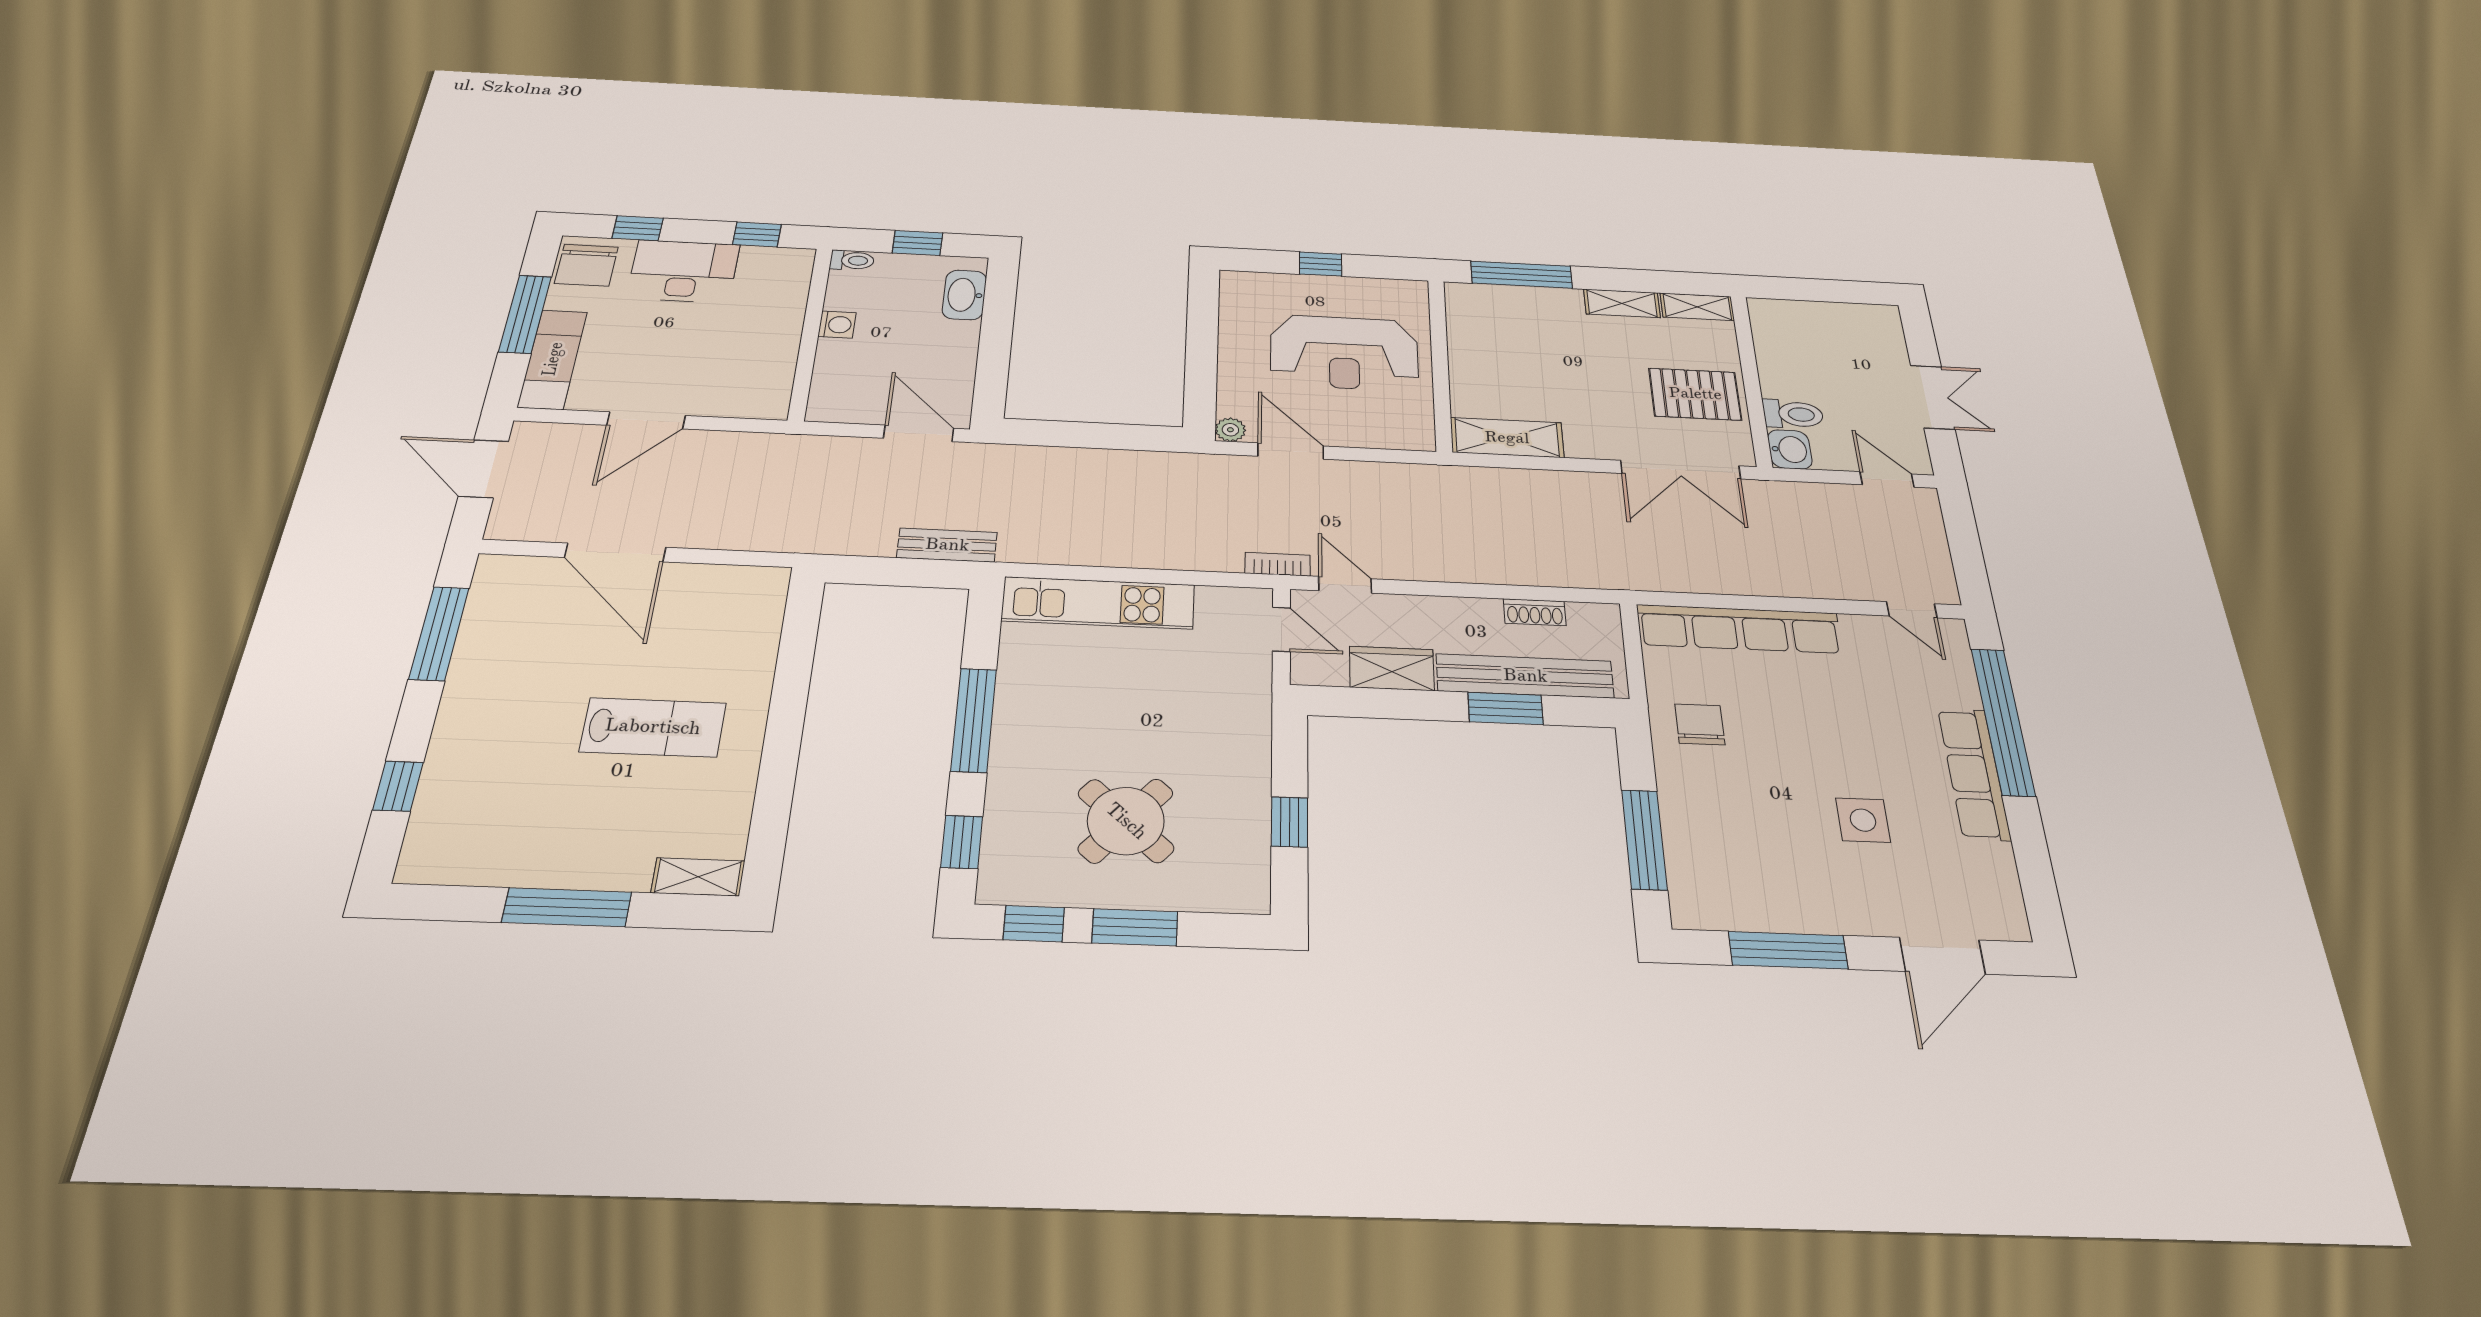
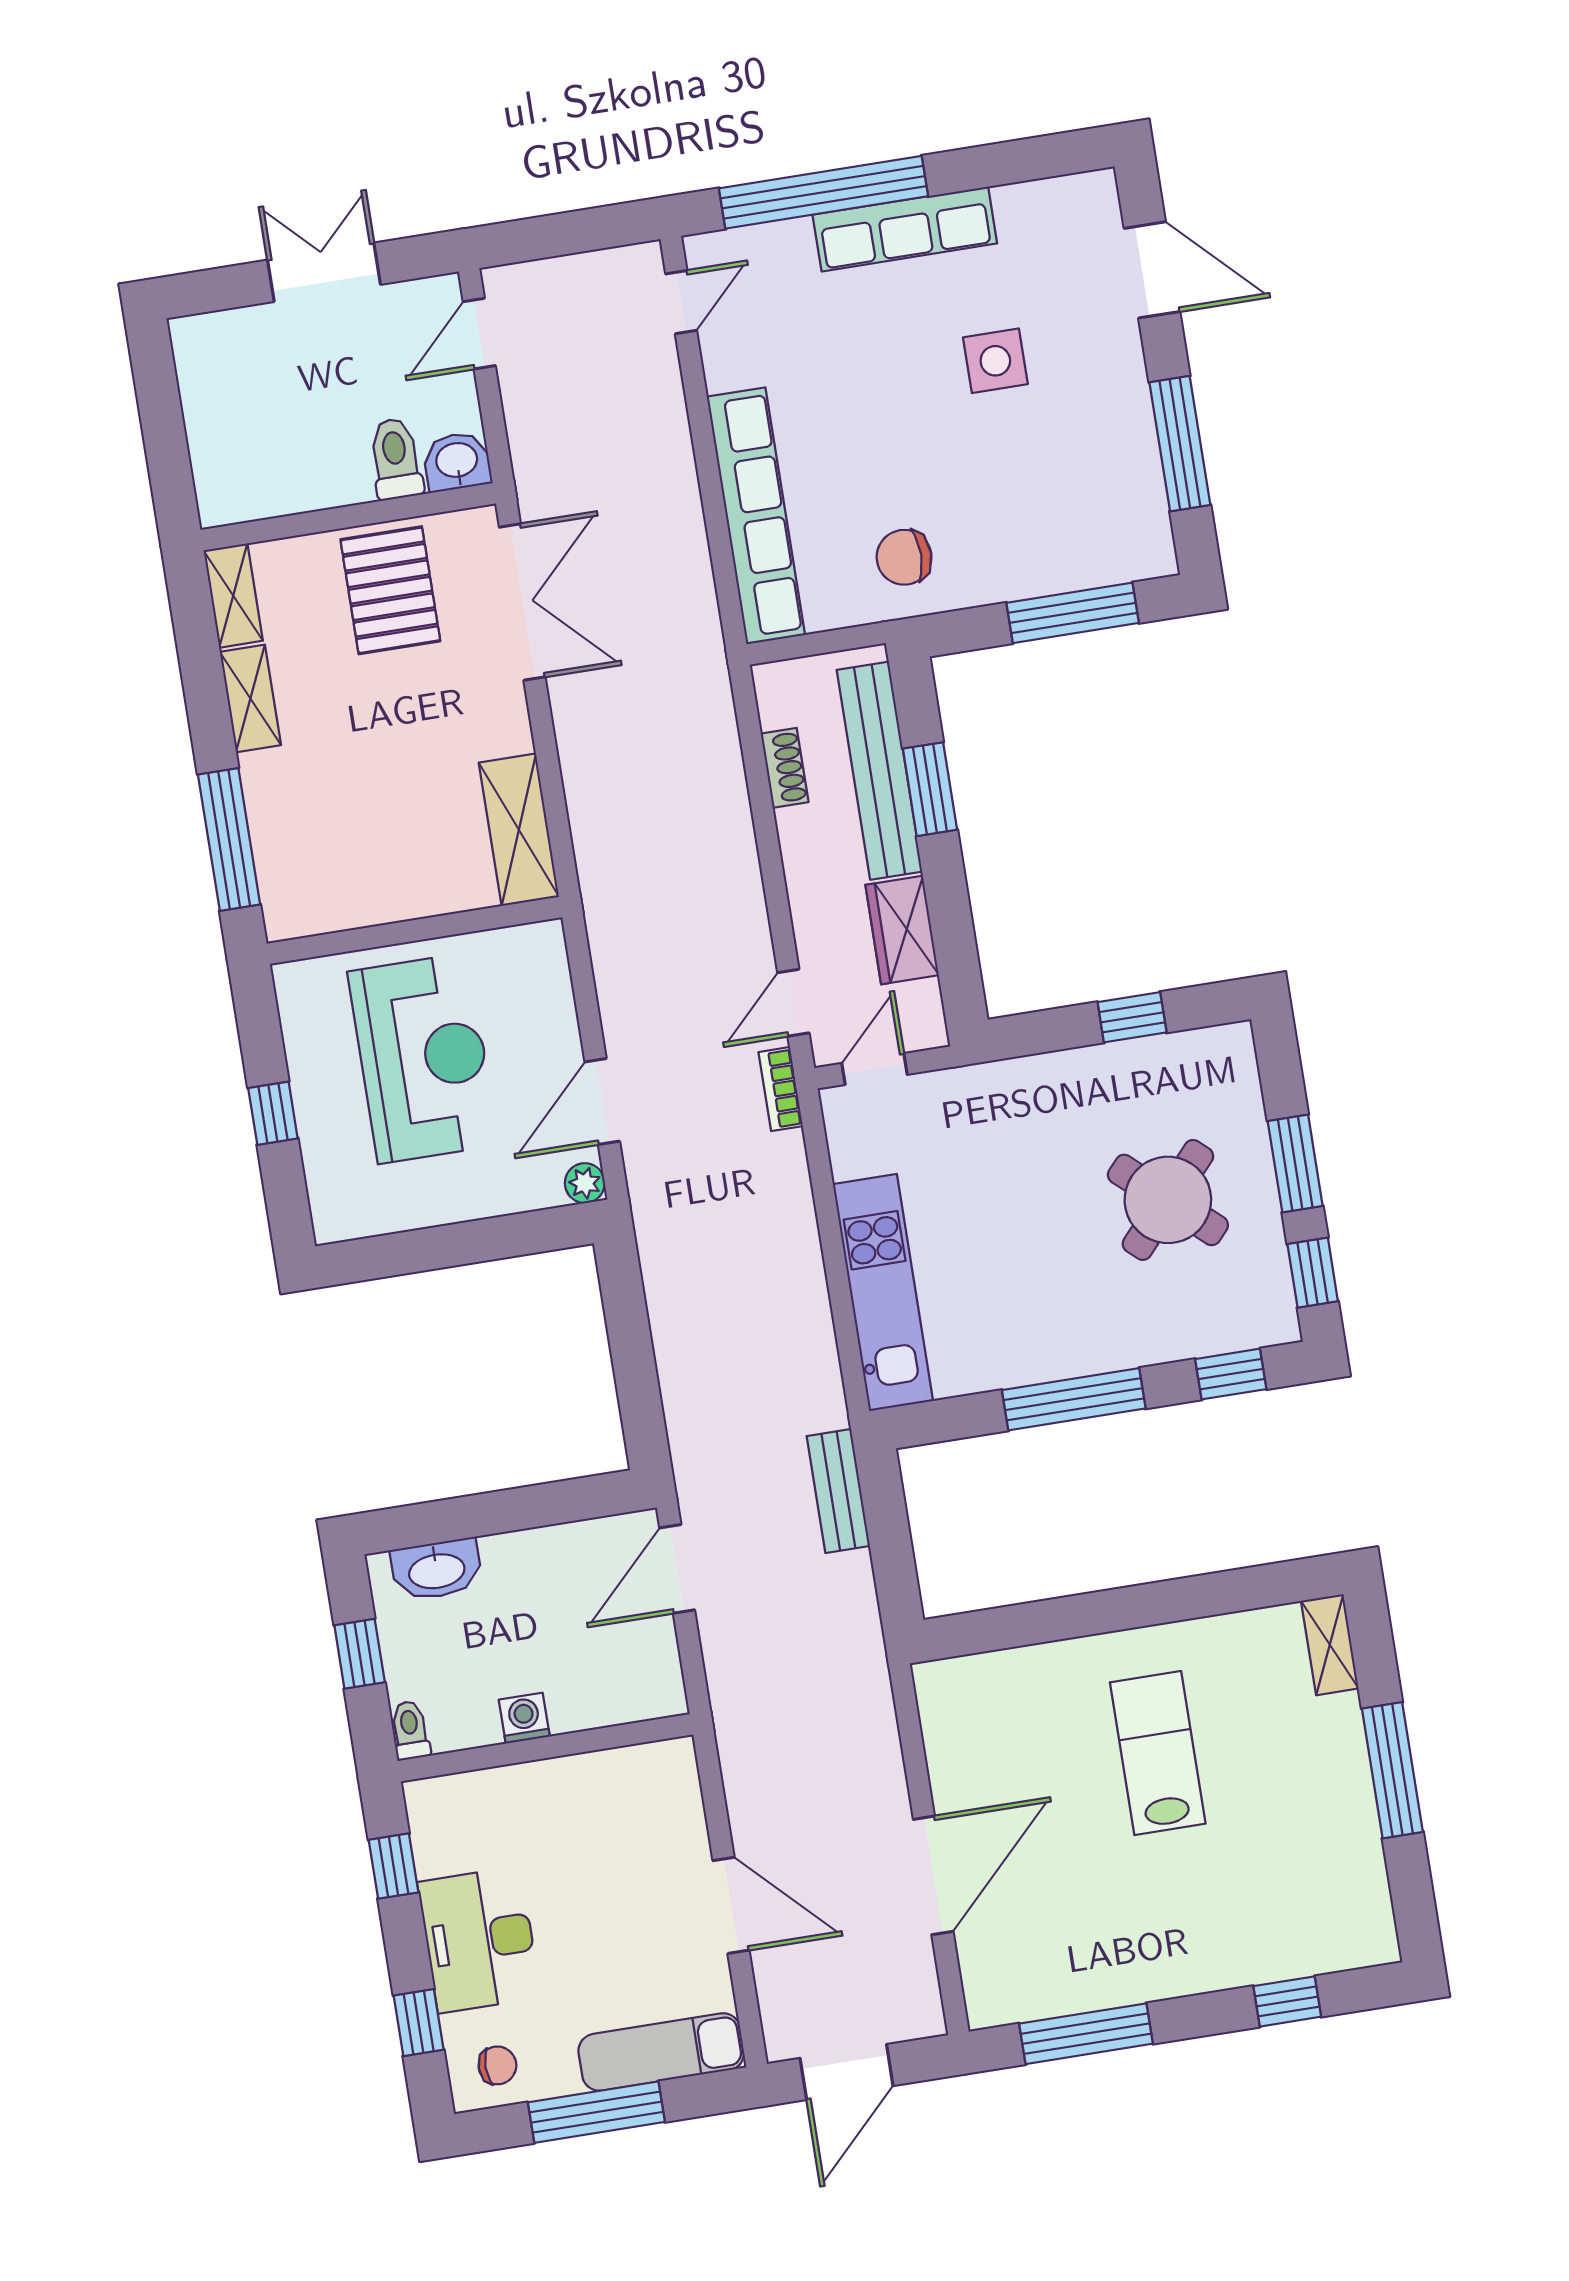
chair: (586, 265) -> (497, 2065), width x0.54, depth x0.54

